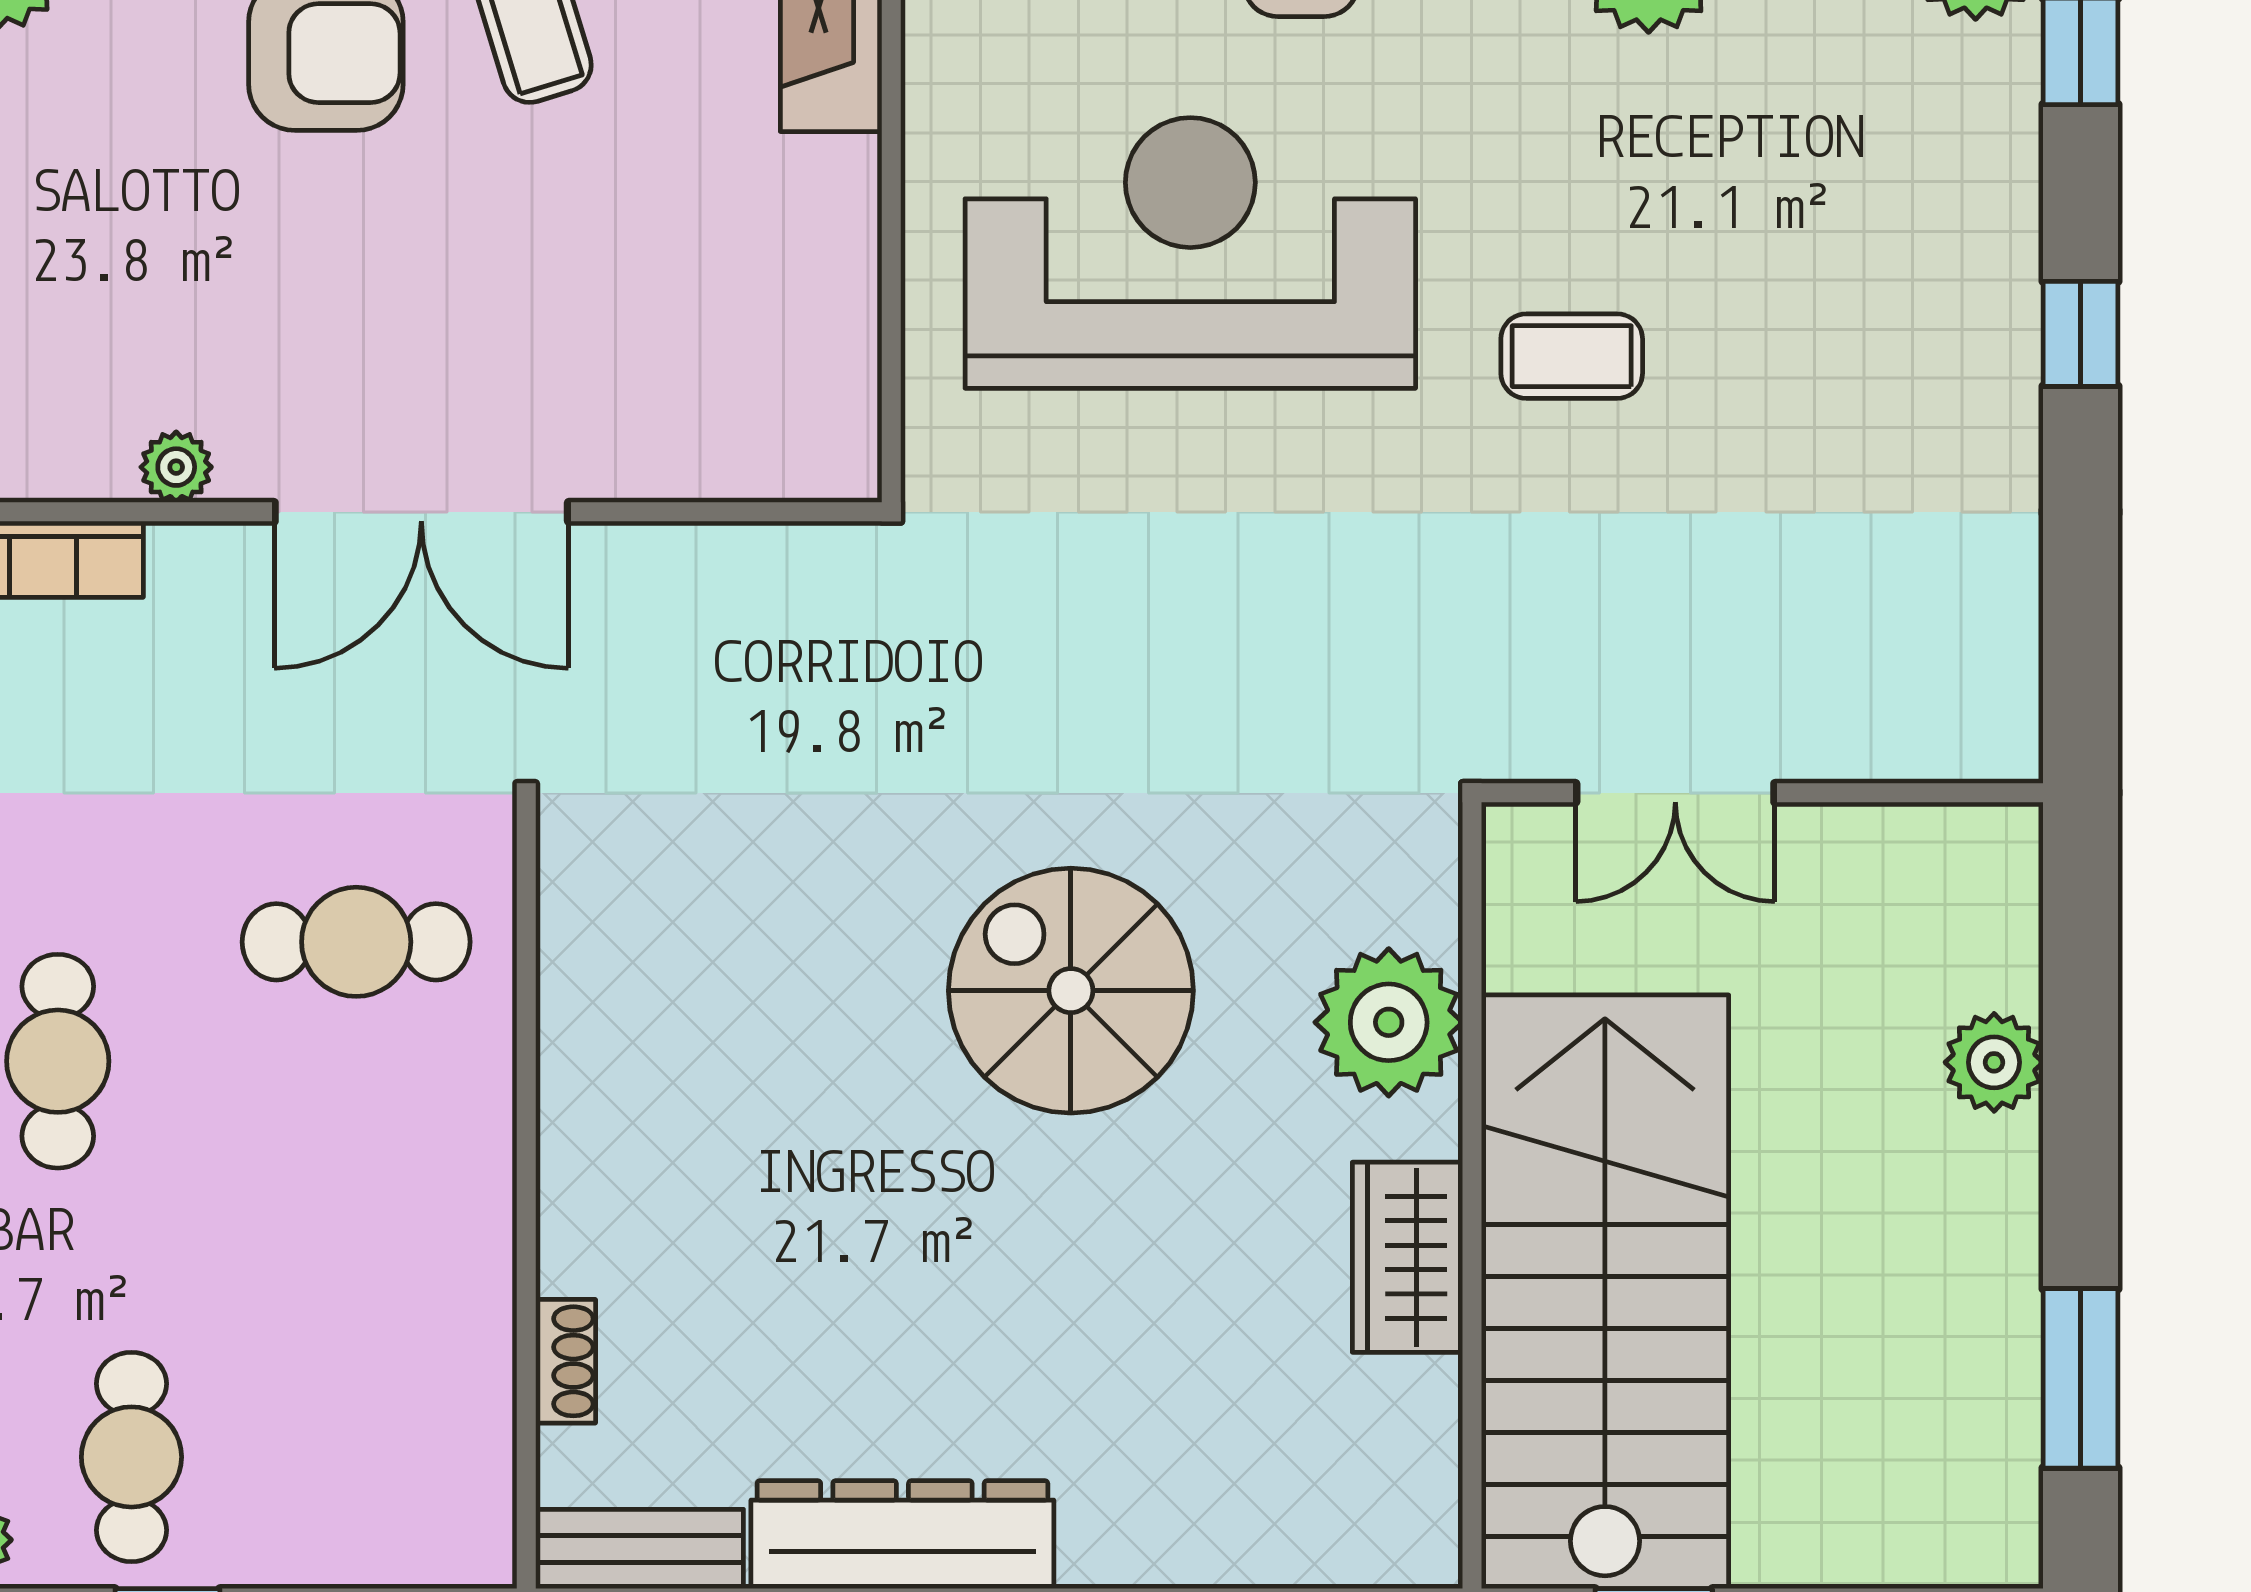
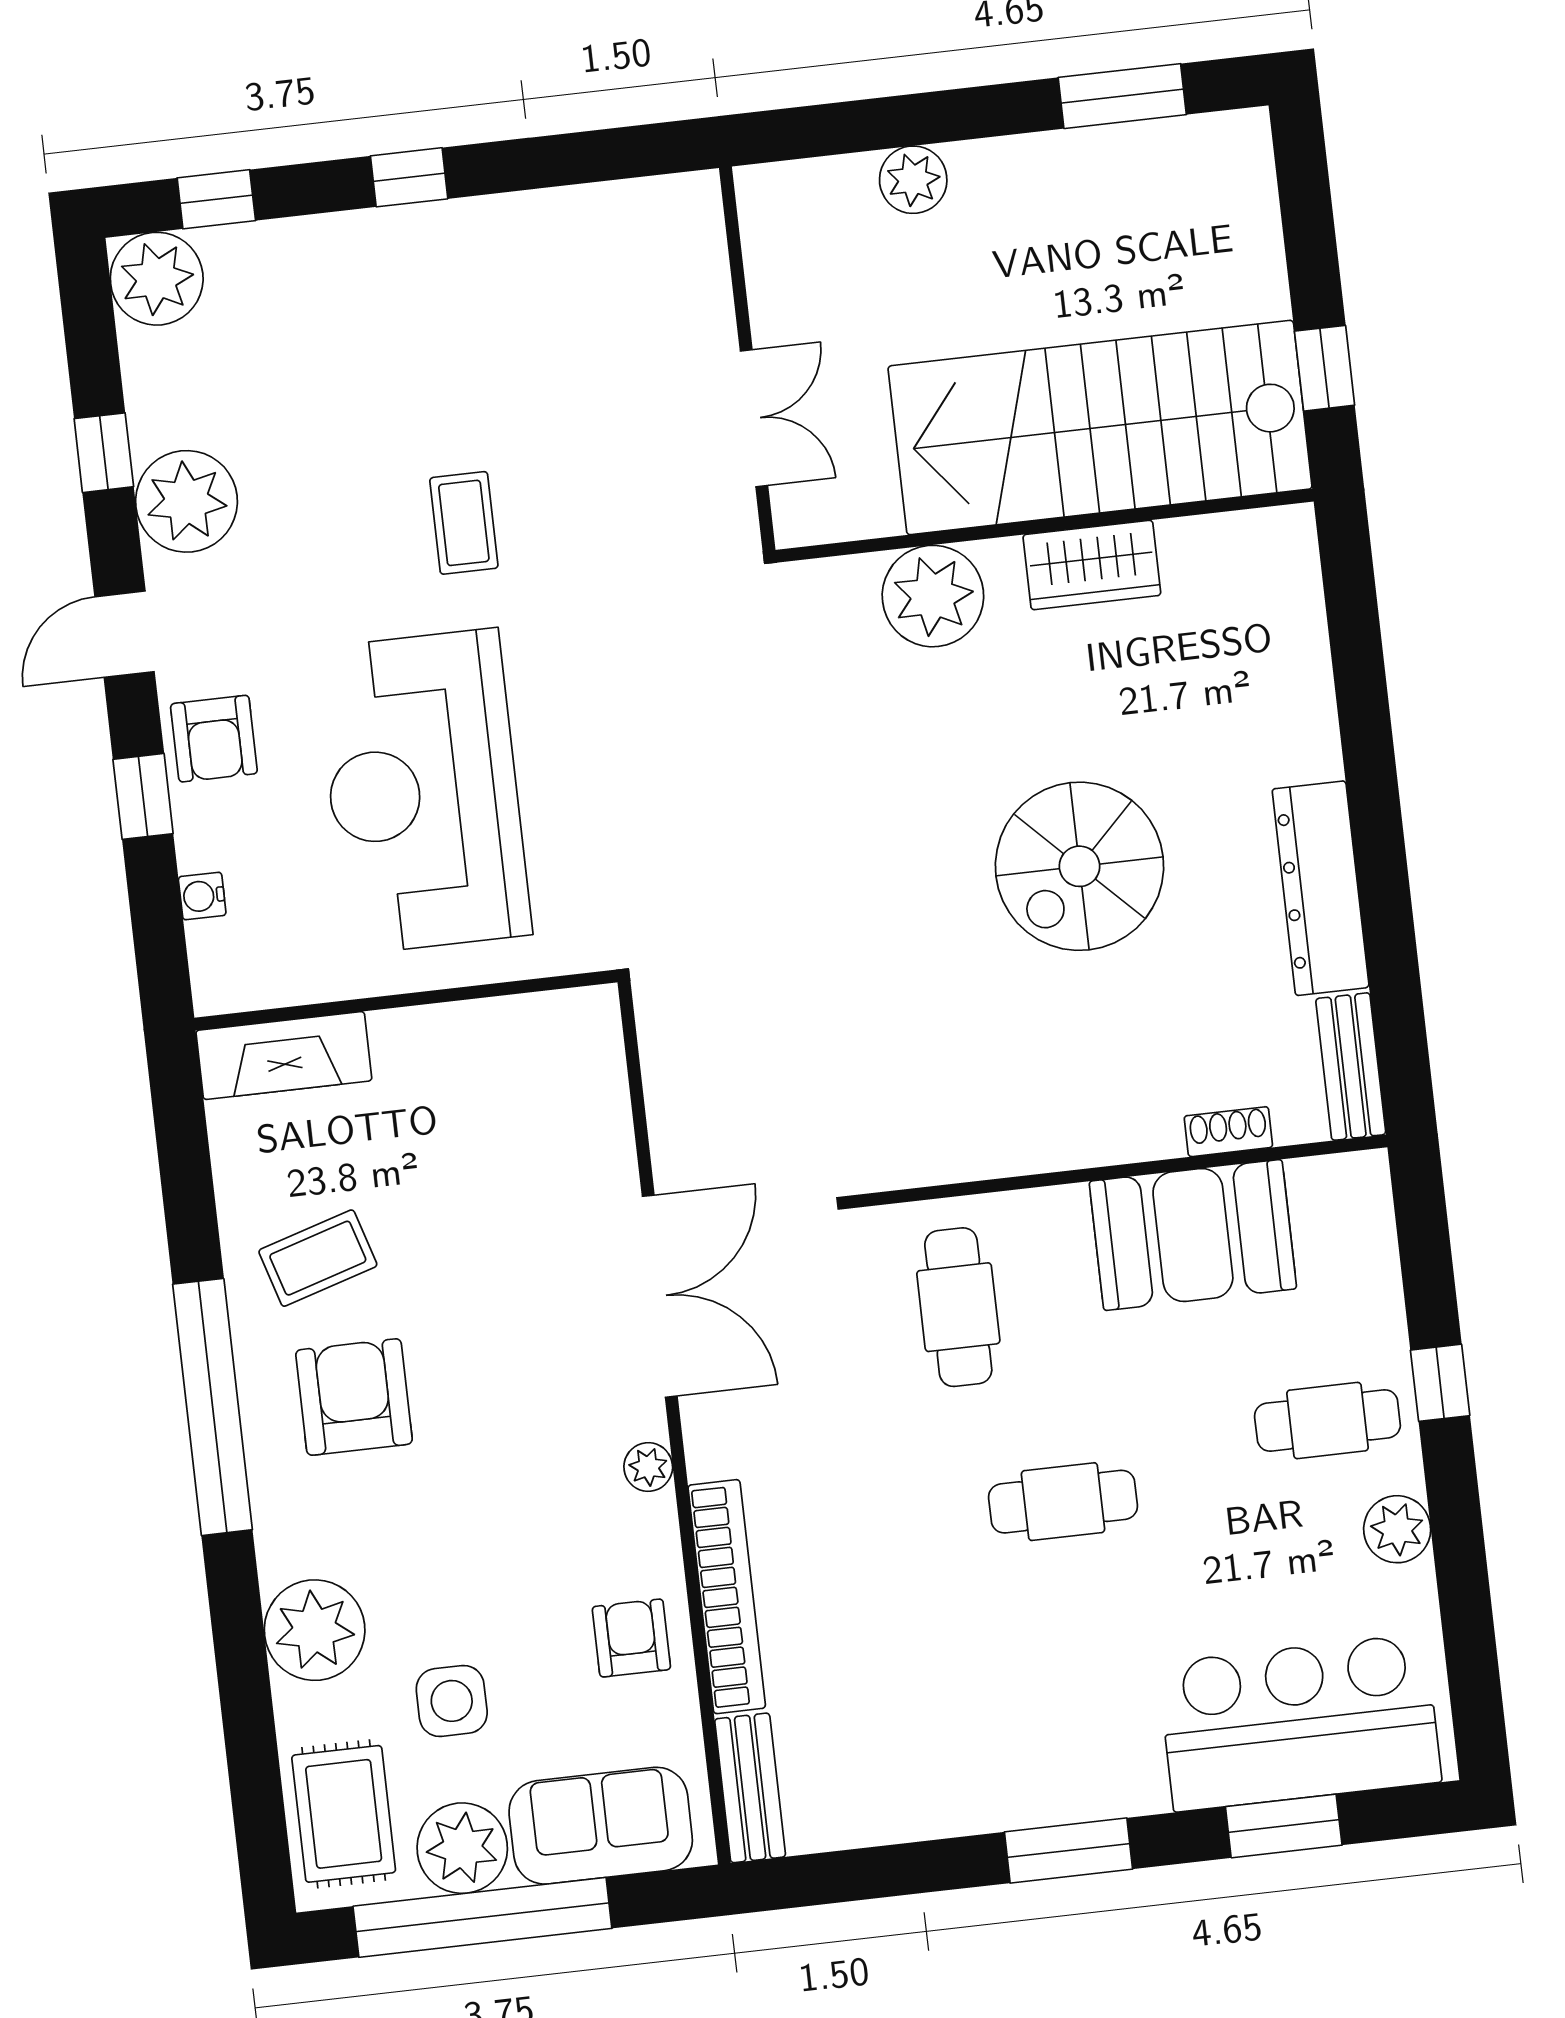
spiral stairs: (1071, 991) -> (1079, 866), moved
booth: (422, 1293) -> (1193, 1235), added

